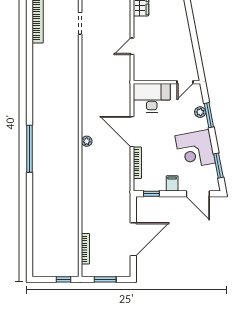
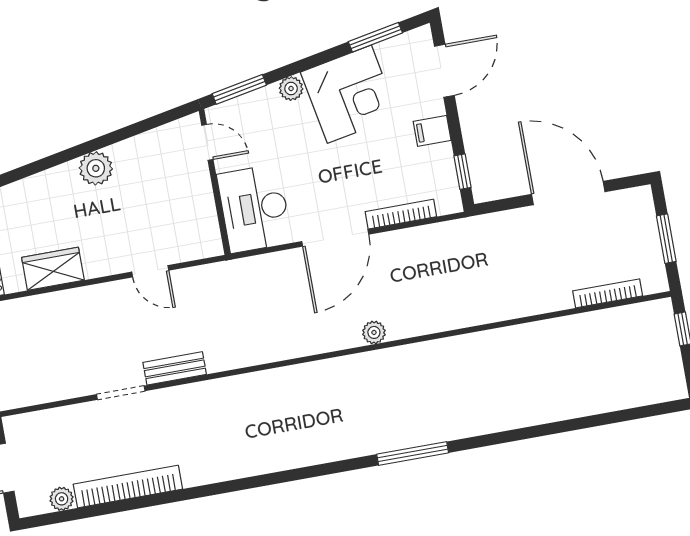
plant: (182, 30) -> (96, 168), added
bench: (87, 49) -> (175, 368), added
plant: (200, 112) -> (291, 89), moved
window: (209, 115) -> (239, 89), moved
window: (29, 149) -> (413, 454), width x0.68

